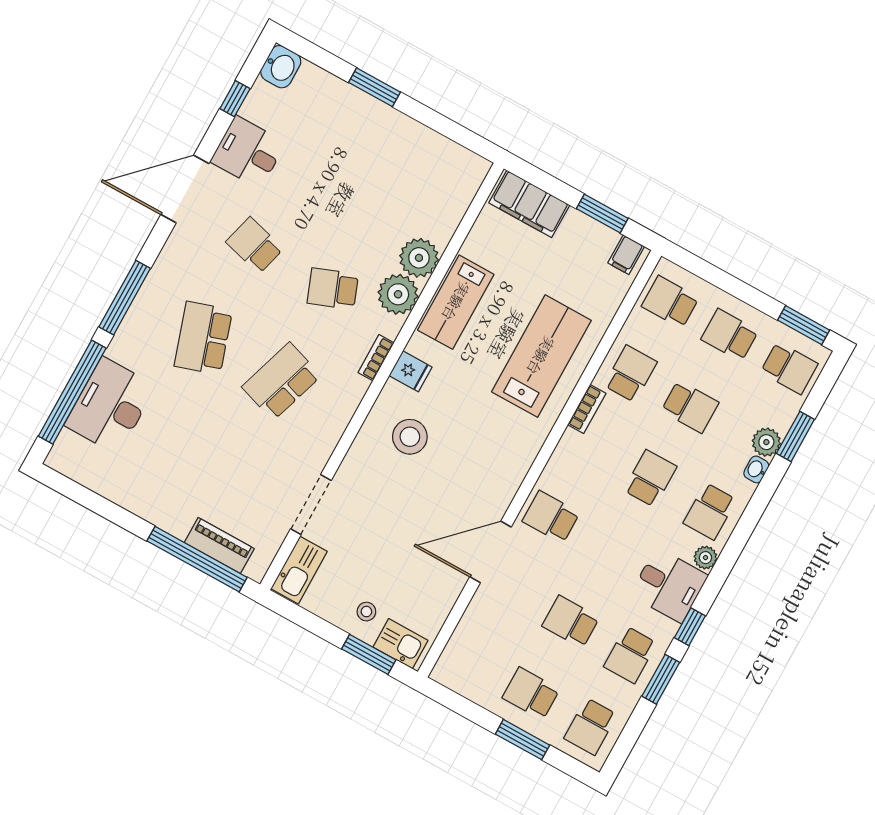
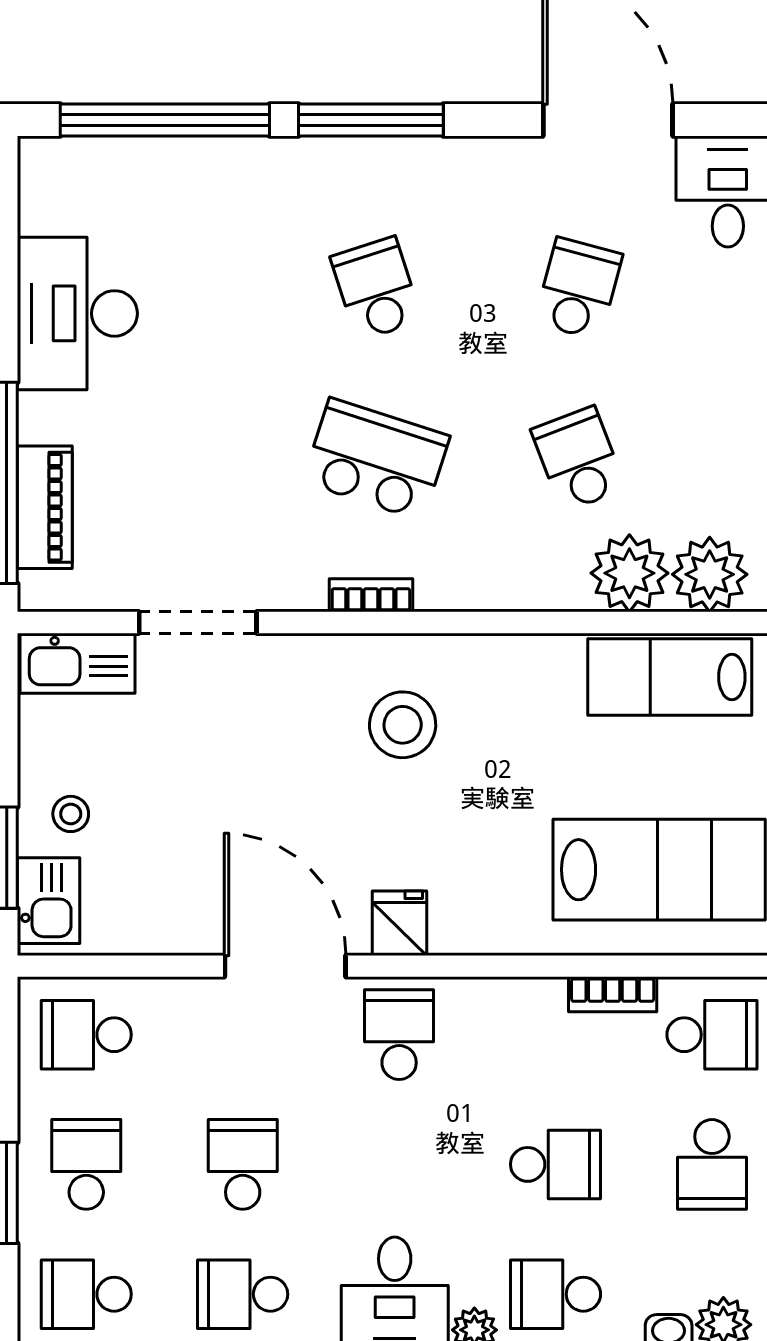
school desk: (203, 338) -> (376, 289), width x0.54
bookcase: (376, 358) -> (371, 595), moved
fridge: (411, 371) -> (400, 923), moved, turned 180
desk: (110, 406) -> (77, 313), moved, turned -90
school desk: (471, 660) -> (86, 1035), added

